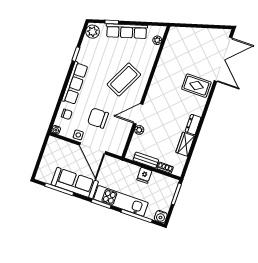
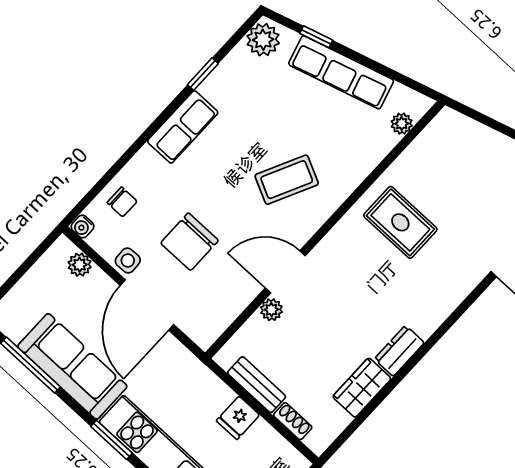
coffee table: (124, 79) -> (287, 180), width x0.73, depth x0.76
row of seats: (75, 83) -> (183, 127), width x0.68
rug: (196, 86) -> (400, 222), moved
chair: (98, 118) -> (189, 242), turned -90
plant: (61, 144) -> (80, 265), added

